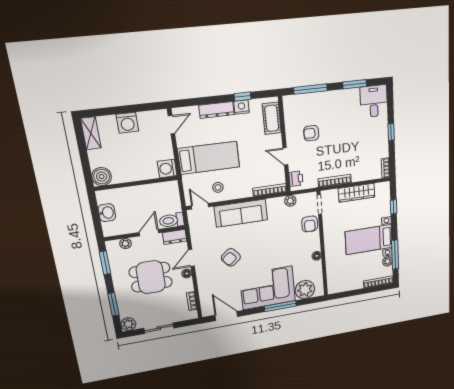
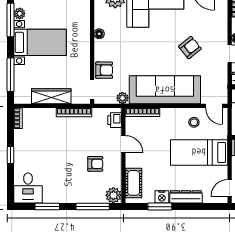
window: (242, 97) -> (160, 207), width x1.50
plant: (291, 103) -> (113, 195), added
window: (394, 207) -> (10, 75), width x2.17
sofa: (241, 213) -> (165, 90), width x1.36, depth x1.27
armchair: (310, 224) -> (104, 70), turned 90

